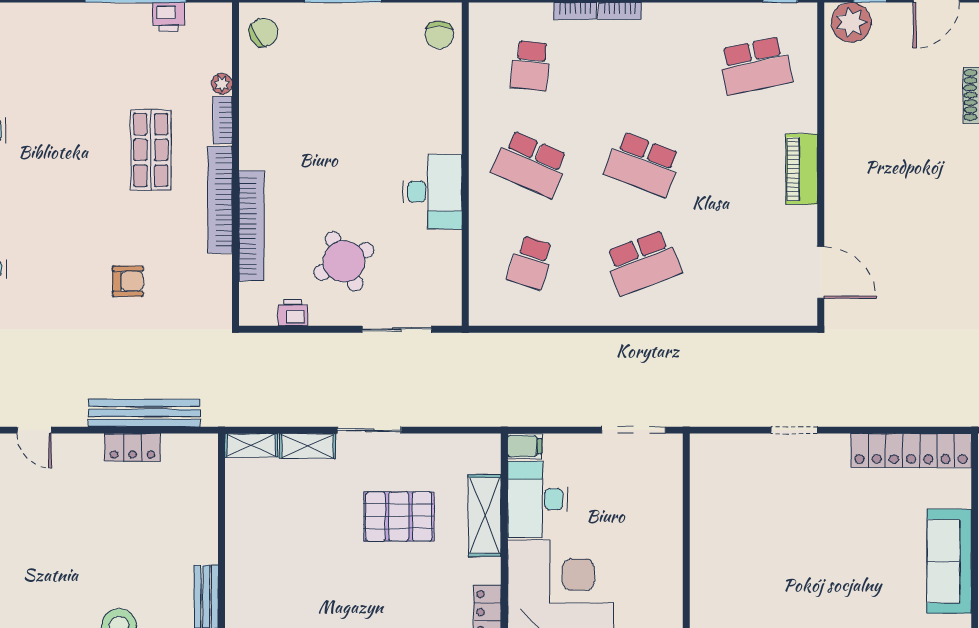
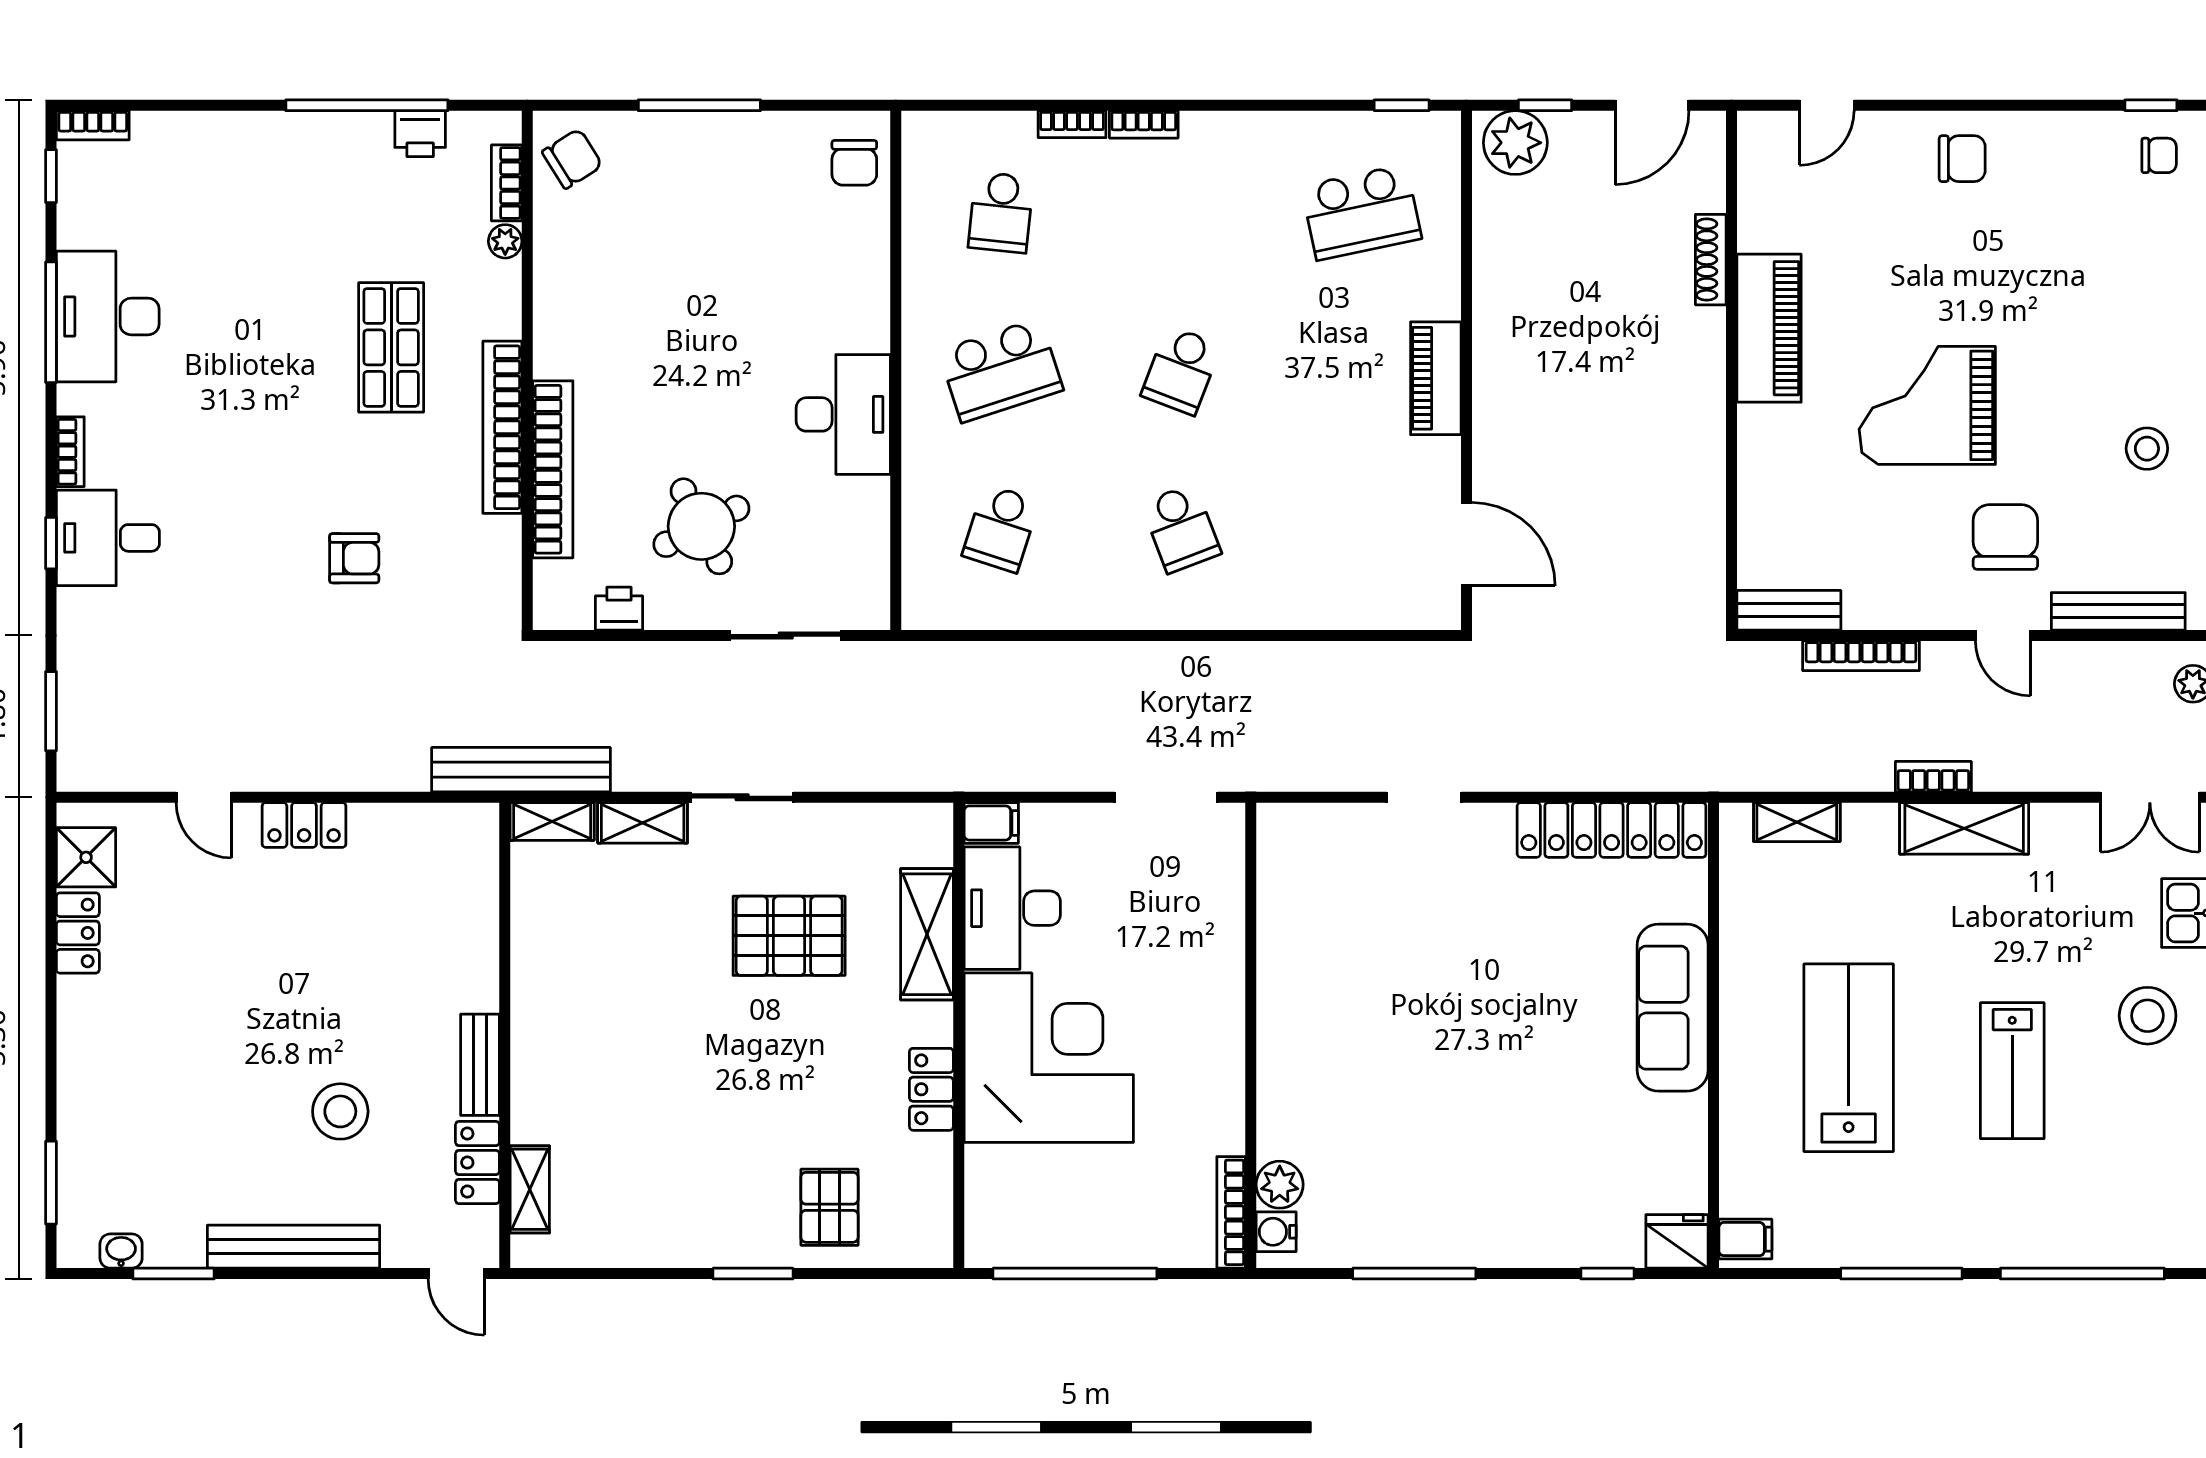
bookcase: (223, 120) -> (507, 183), moved
school desk: (531, 164) -> (1001, 370), turned -42
school desk: (643, 164) -> (1181, 370), width x0.54
school desk: (643, 263) -> (1181, 528), width x0.54
bench: (144, 413) -> (521, 770), moved
locker: (133, 447) -> (304, 825), moved

